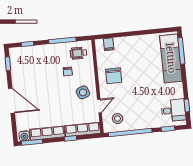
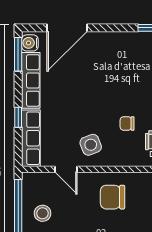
door: (12, 101) -> (67, 28), moved
stool: (118, 119) -> (43, 213), moved

